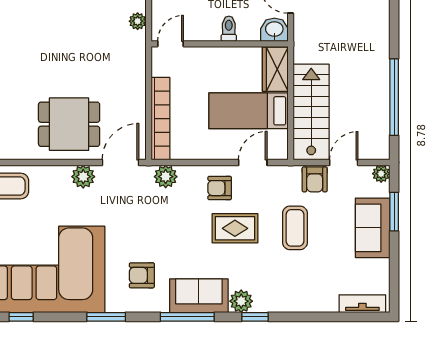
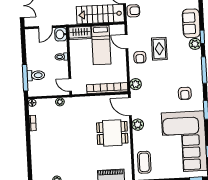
dining table: (69, 124) -> (112, 133), turned 90
coffee table: (295, 228) -> (158, 19), removed
sofa: (199, 296) -> (191, 23), moved

